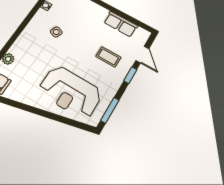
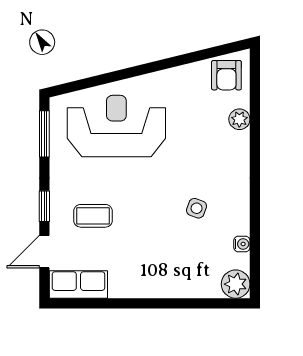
row of seats: (121, 24) -> (78, 284), moved
door: (142, 55) -> (44, 252), hinge flipped

